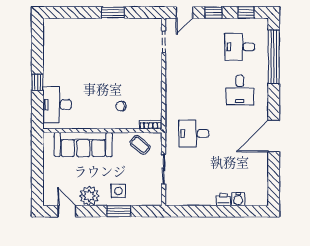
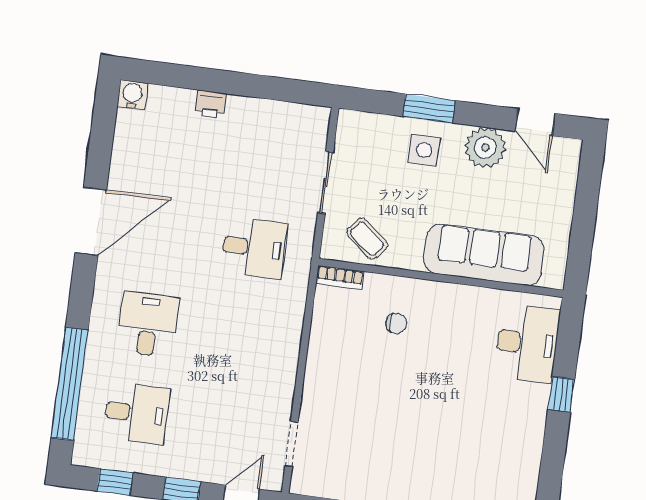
water cooler: (238, 199) -> (132, 95), moved

